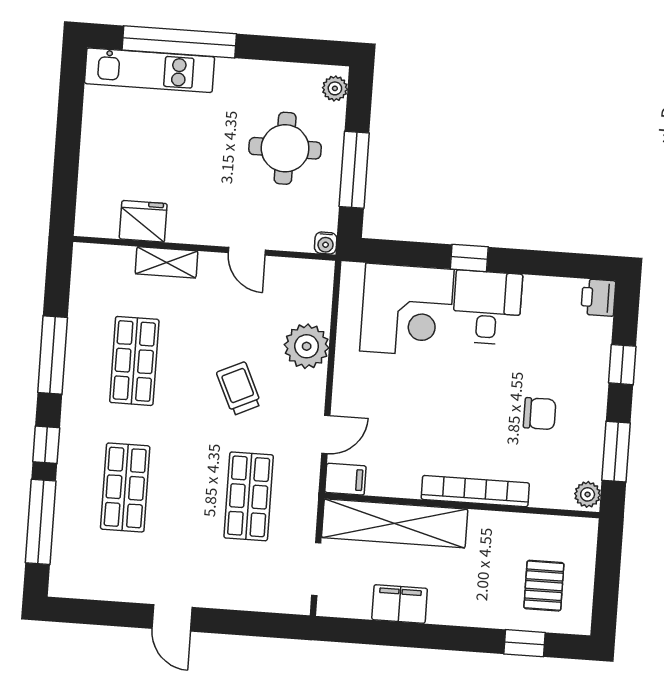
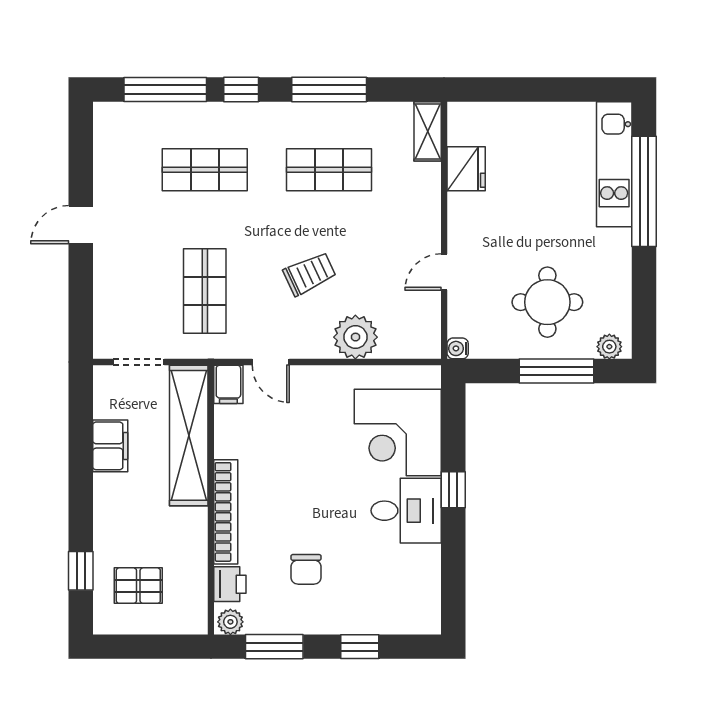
window: (354, 170) -> (556, 371), moved
shelving: (166, 262) -> (428, 131), moved
printer: (598, 298) -> (230, 584), moved, turned 90
shop shelf: (249, 496) -> (205, 291), turned 90

